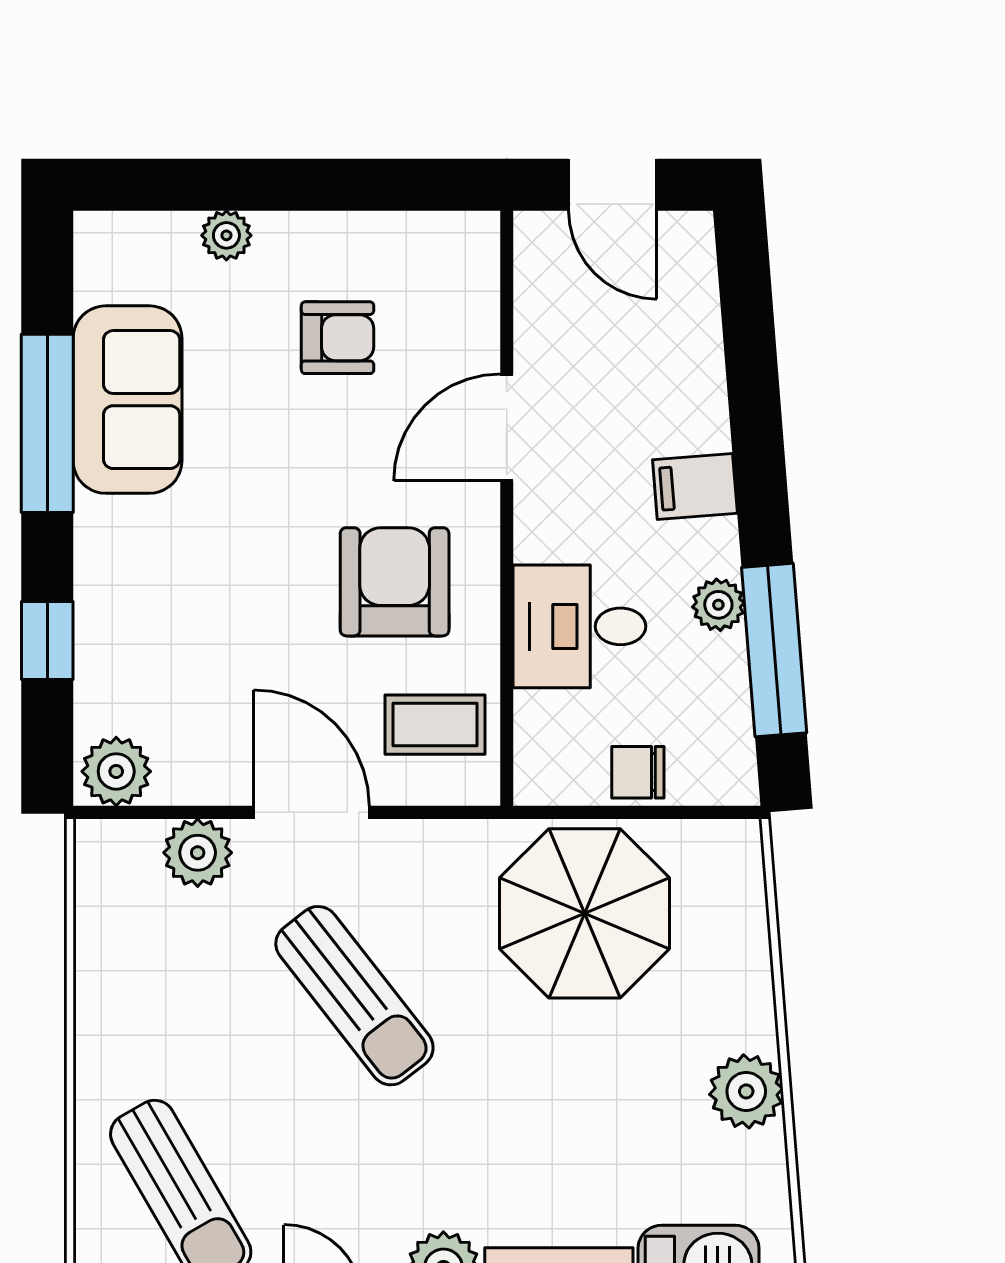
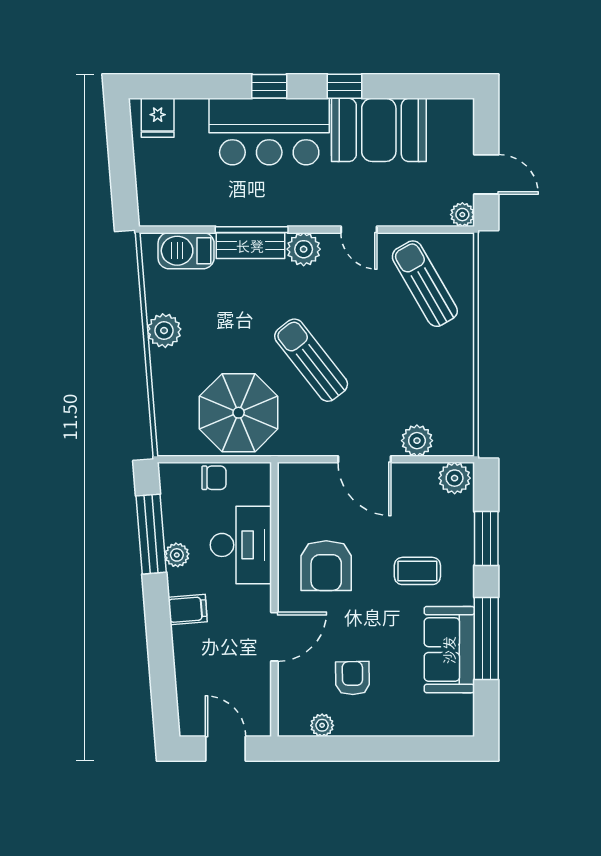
plant: (226, 235) -> (322, 725), moved
armchair: (338, 338) -> (352, 678), turned 89
desk: (579, 626) -> (241, 545), width x1.37
window: (47, 641) -> (486, 538), width x1.50
coffee table: (435, 725) -> (417, 571), moved
sun lounger: (354, 996) -> (311, 360), moved

